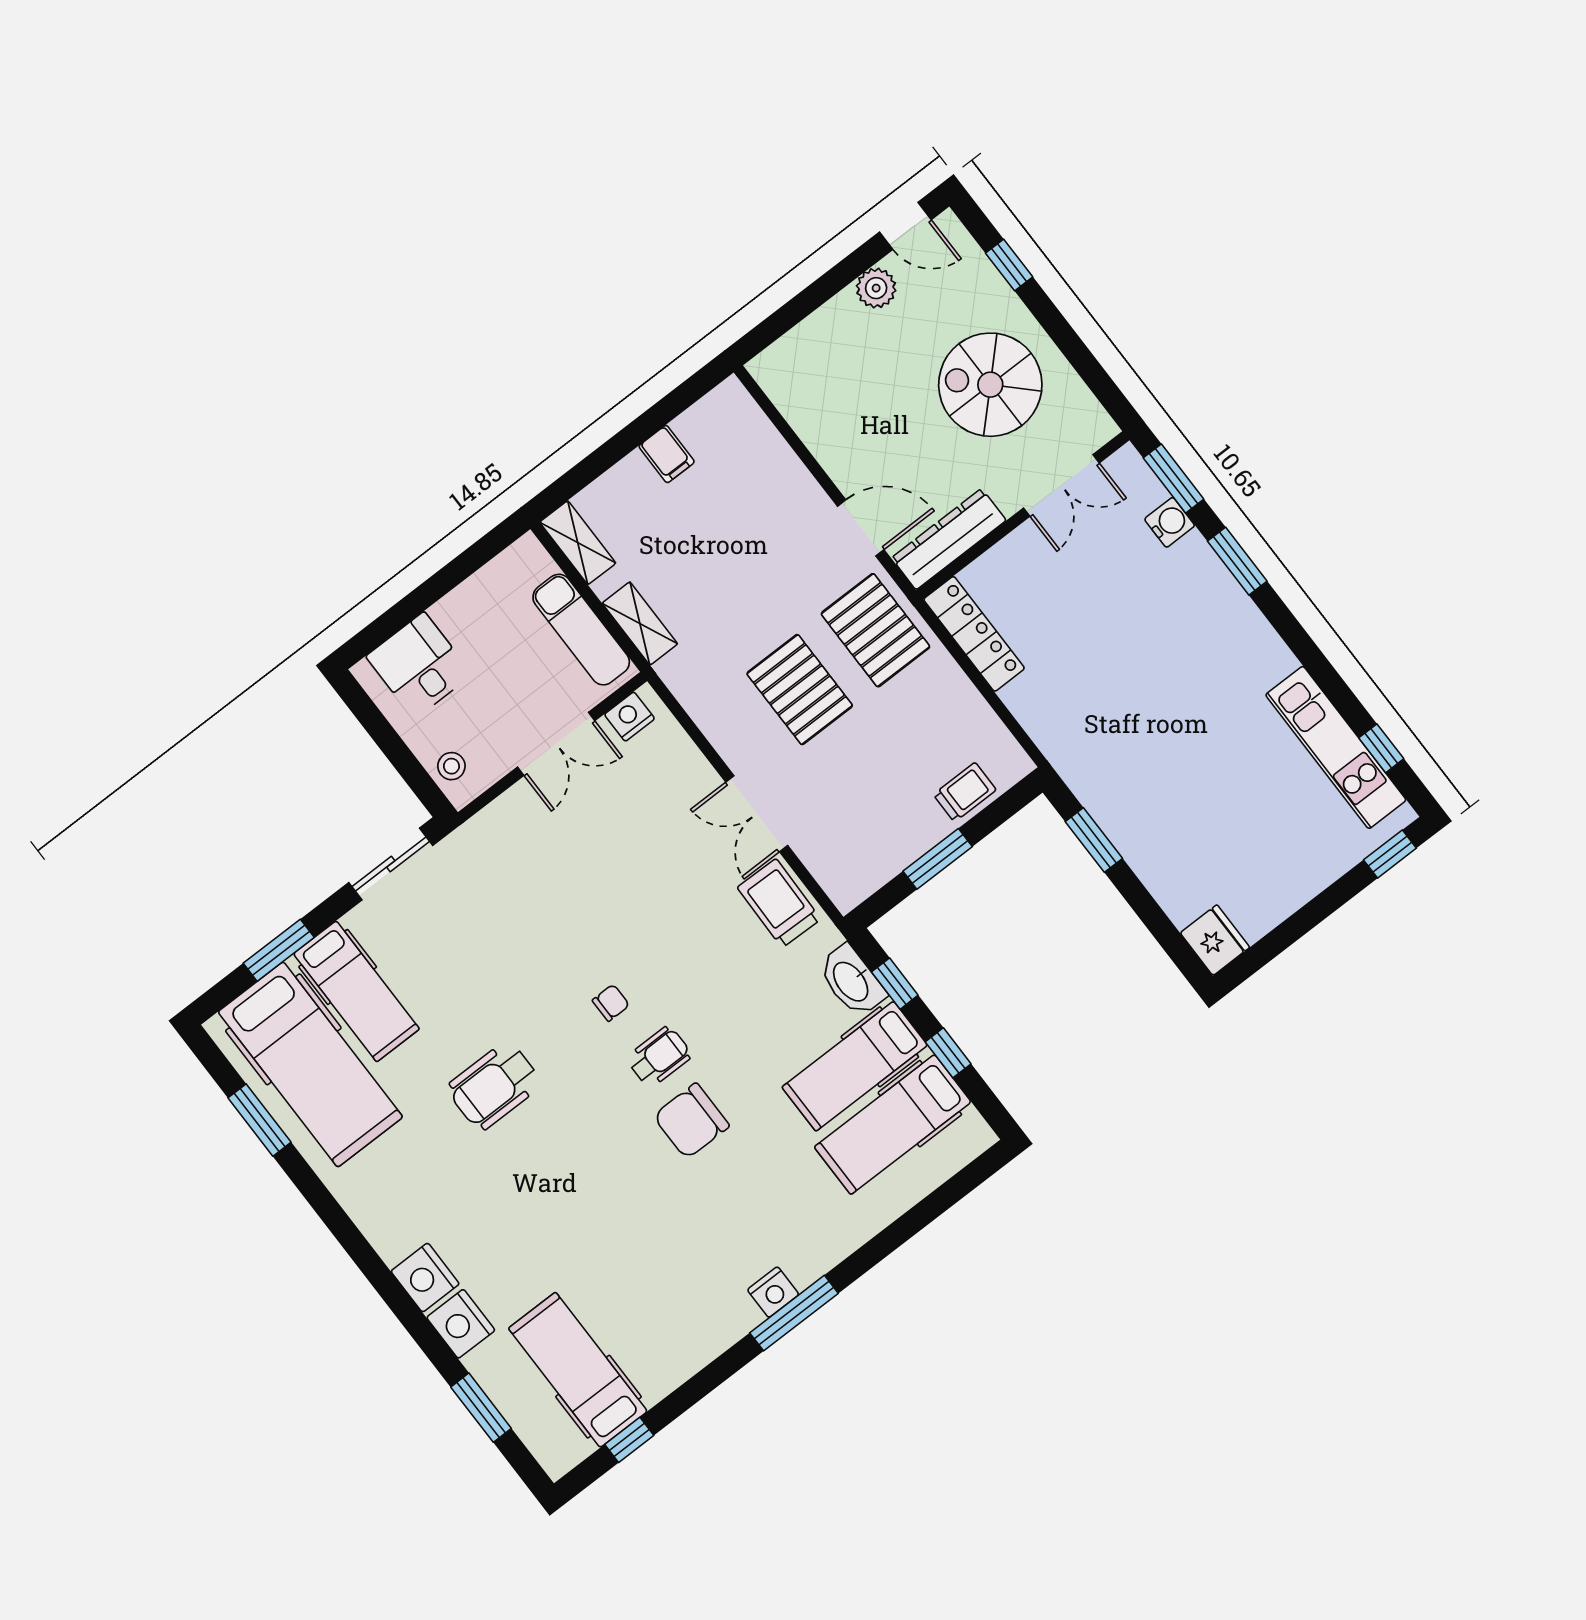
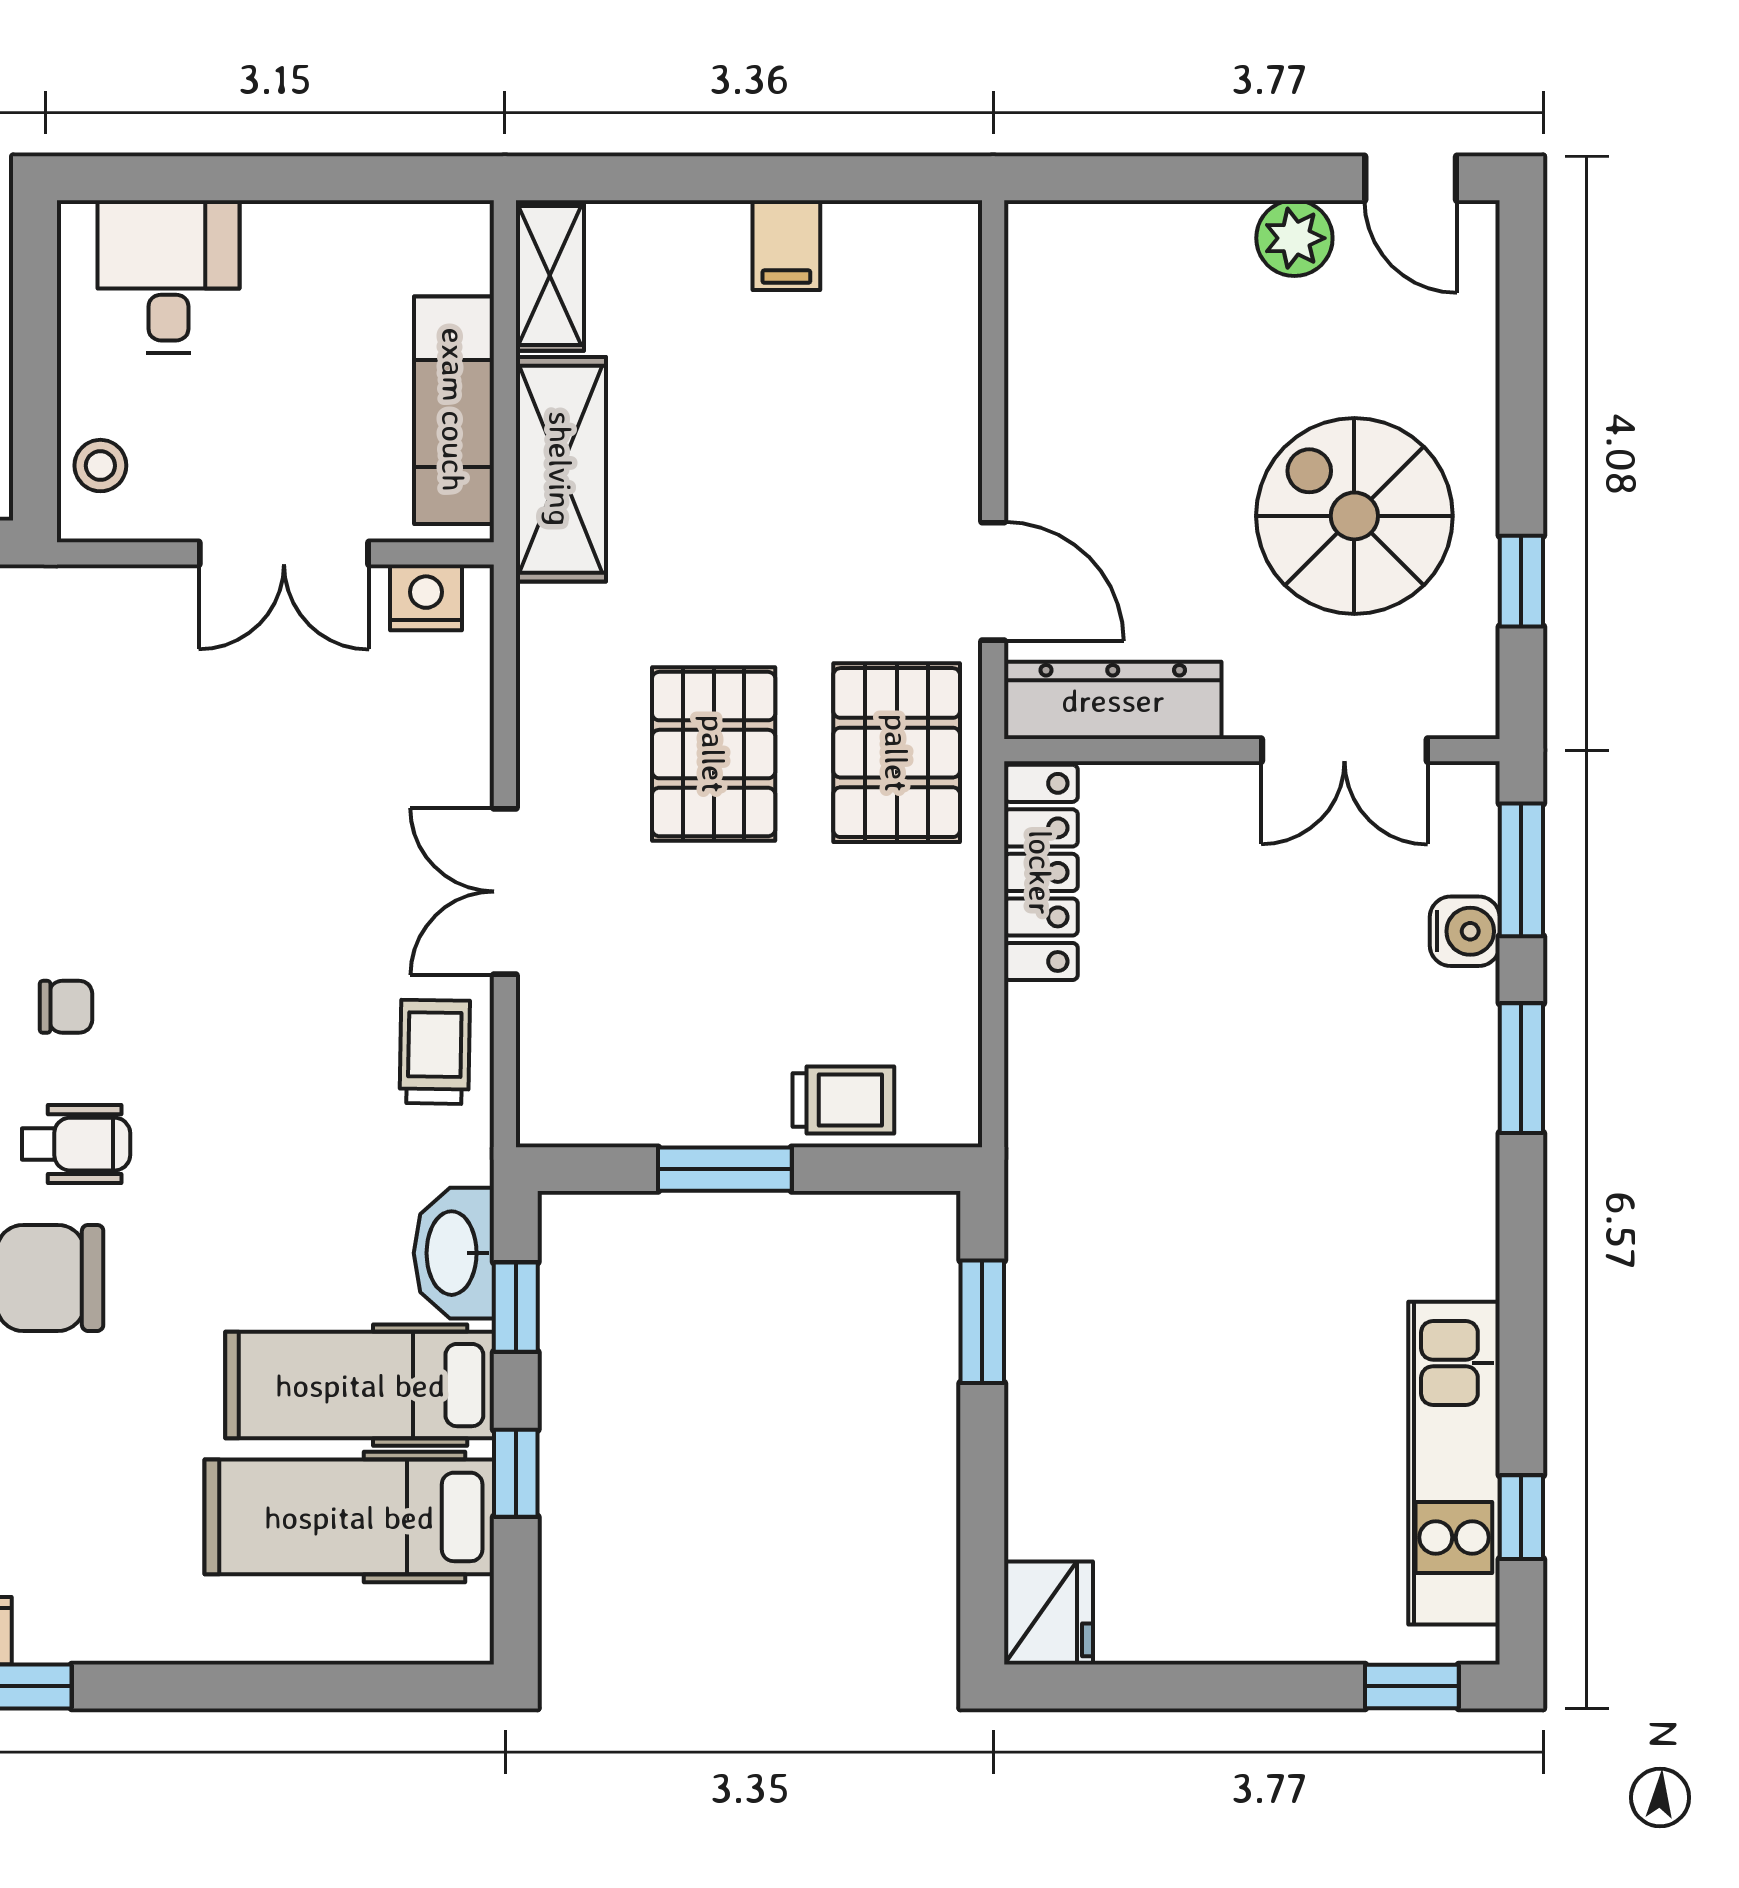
window: (1009, 265) -> (1521, 581), moved
shelving: (640, 624) -> (561, 469), width x1.50, depth x1.33
trolley: (779, 903) -> (435, 1052), width x0.73, depth x0.72

